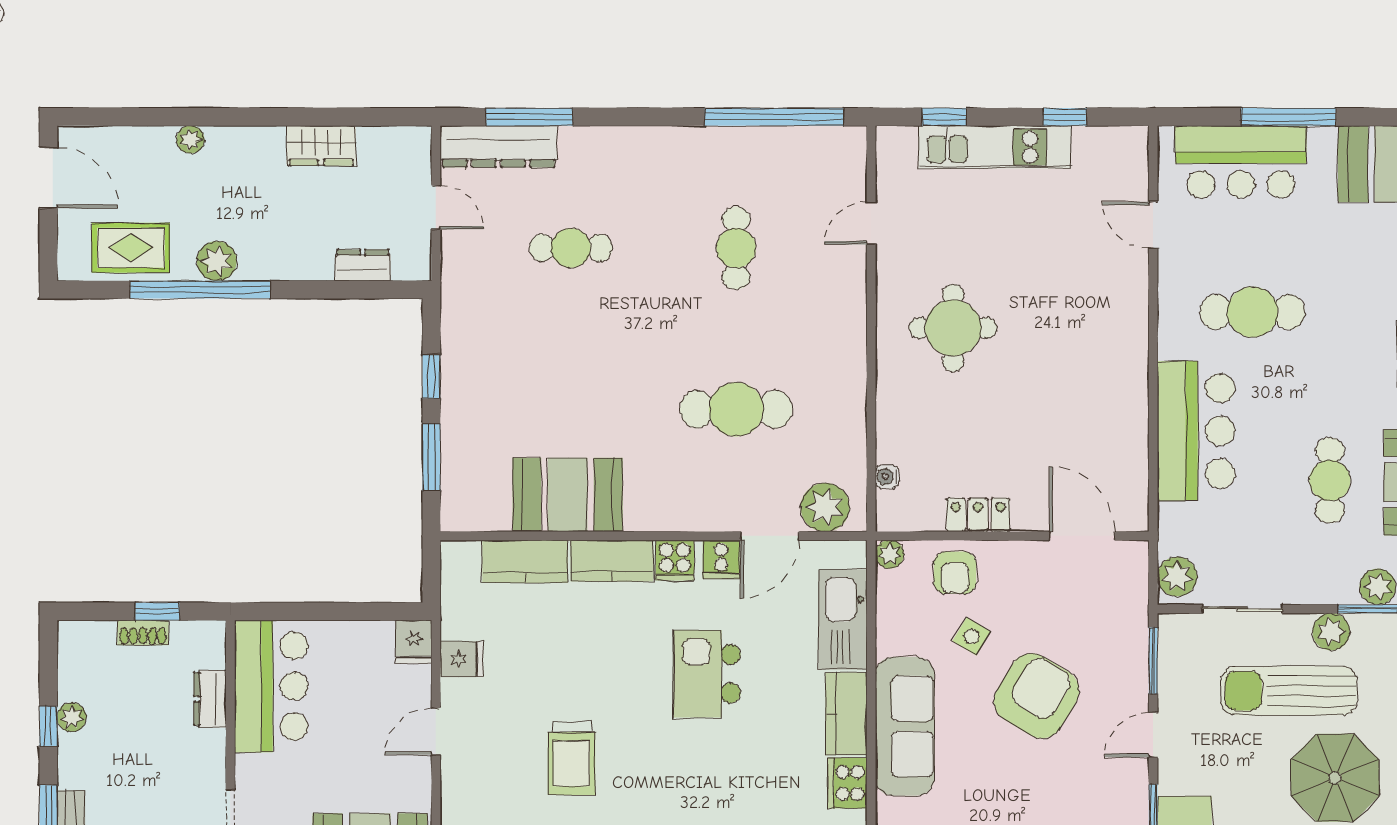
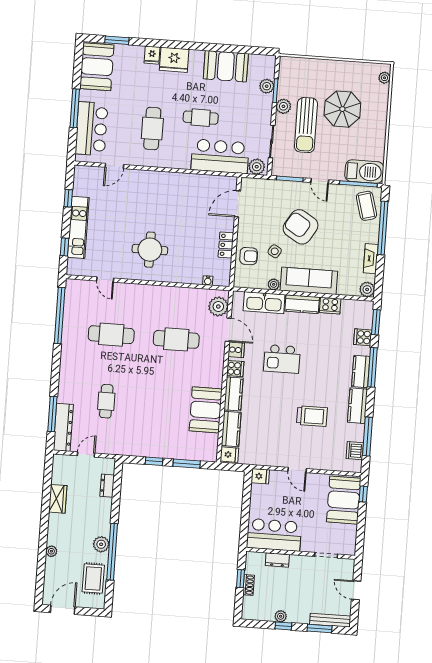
cafe table: (736, 248) -> (111, 335), width x1.37, depth x1.35
cafe table: (736, 409) -> (176, 339), turned 90
bar counter: (1196, 431) -> (220, 156), moved
cafe table: (1330, 480) -> (201, 118), moved
plant: (890, 554) -> (274, 284), moved
fridge: (462, 659) -> (229, 455), moved, turned 90

